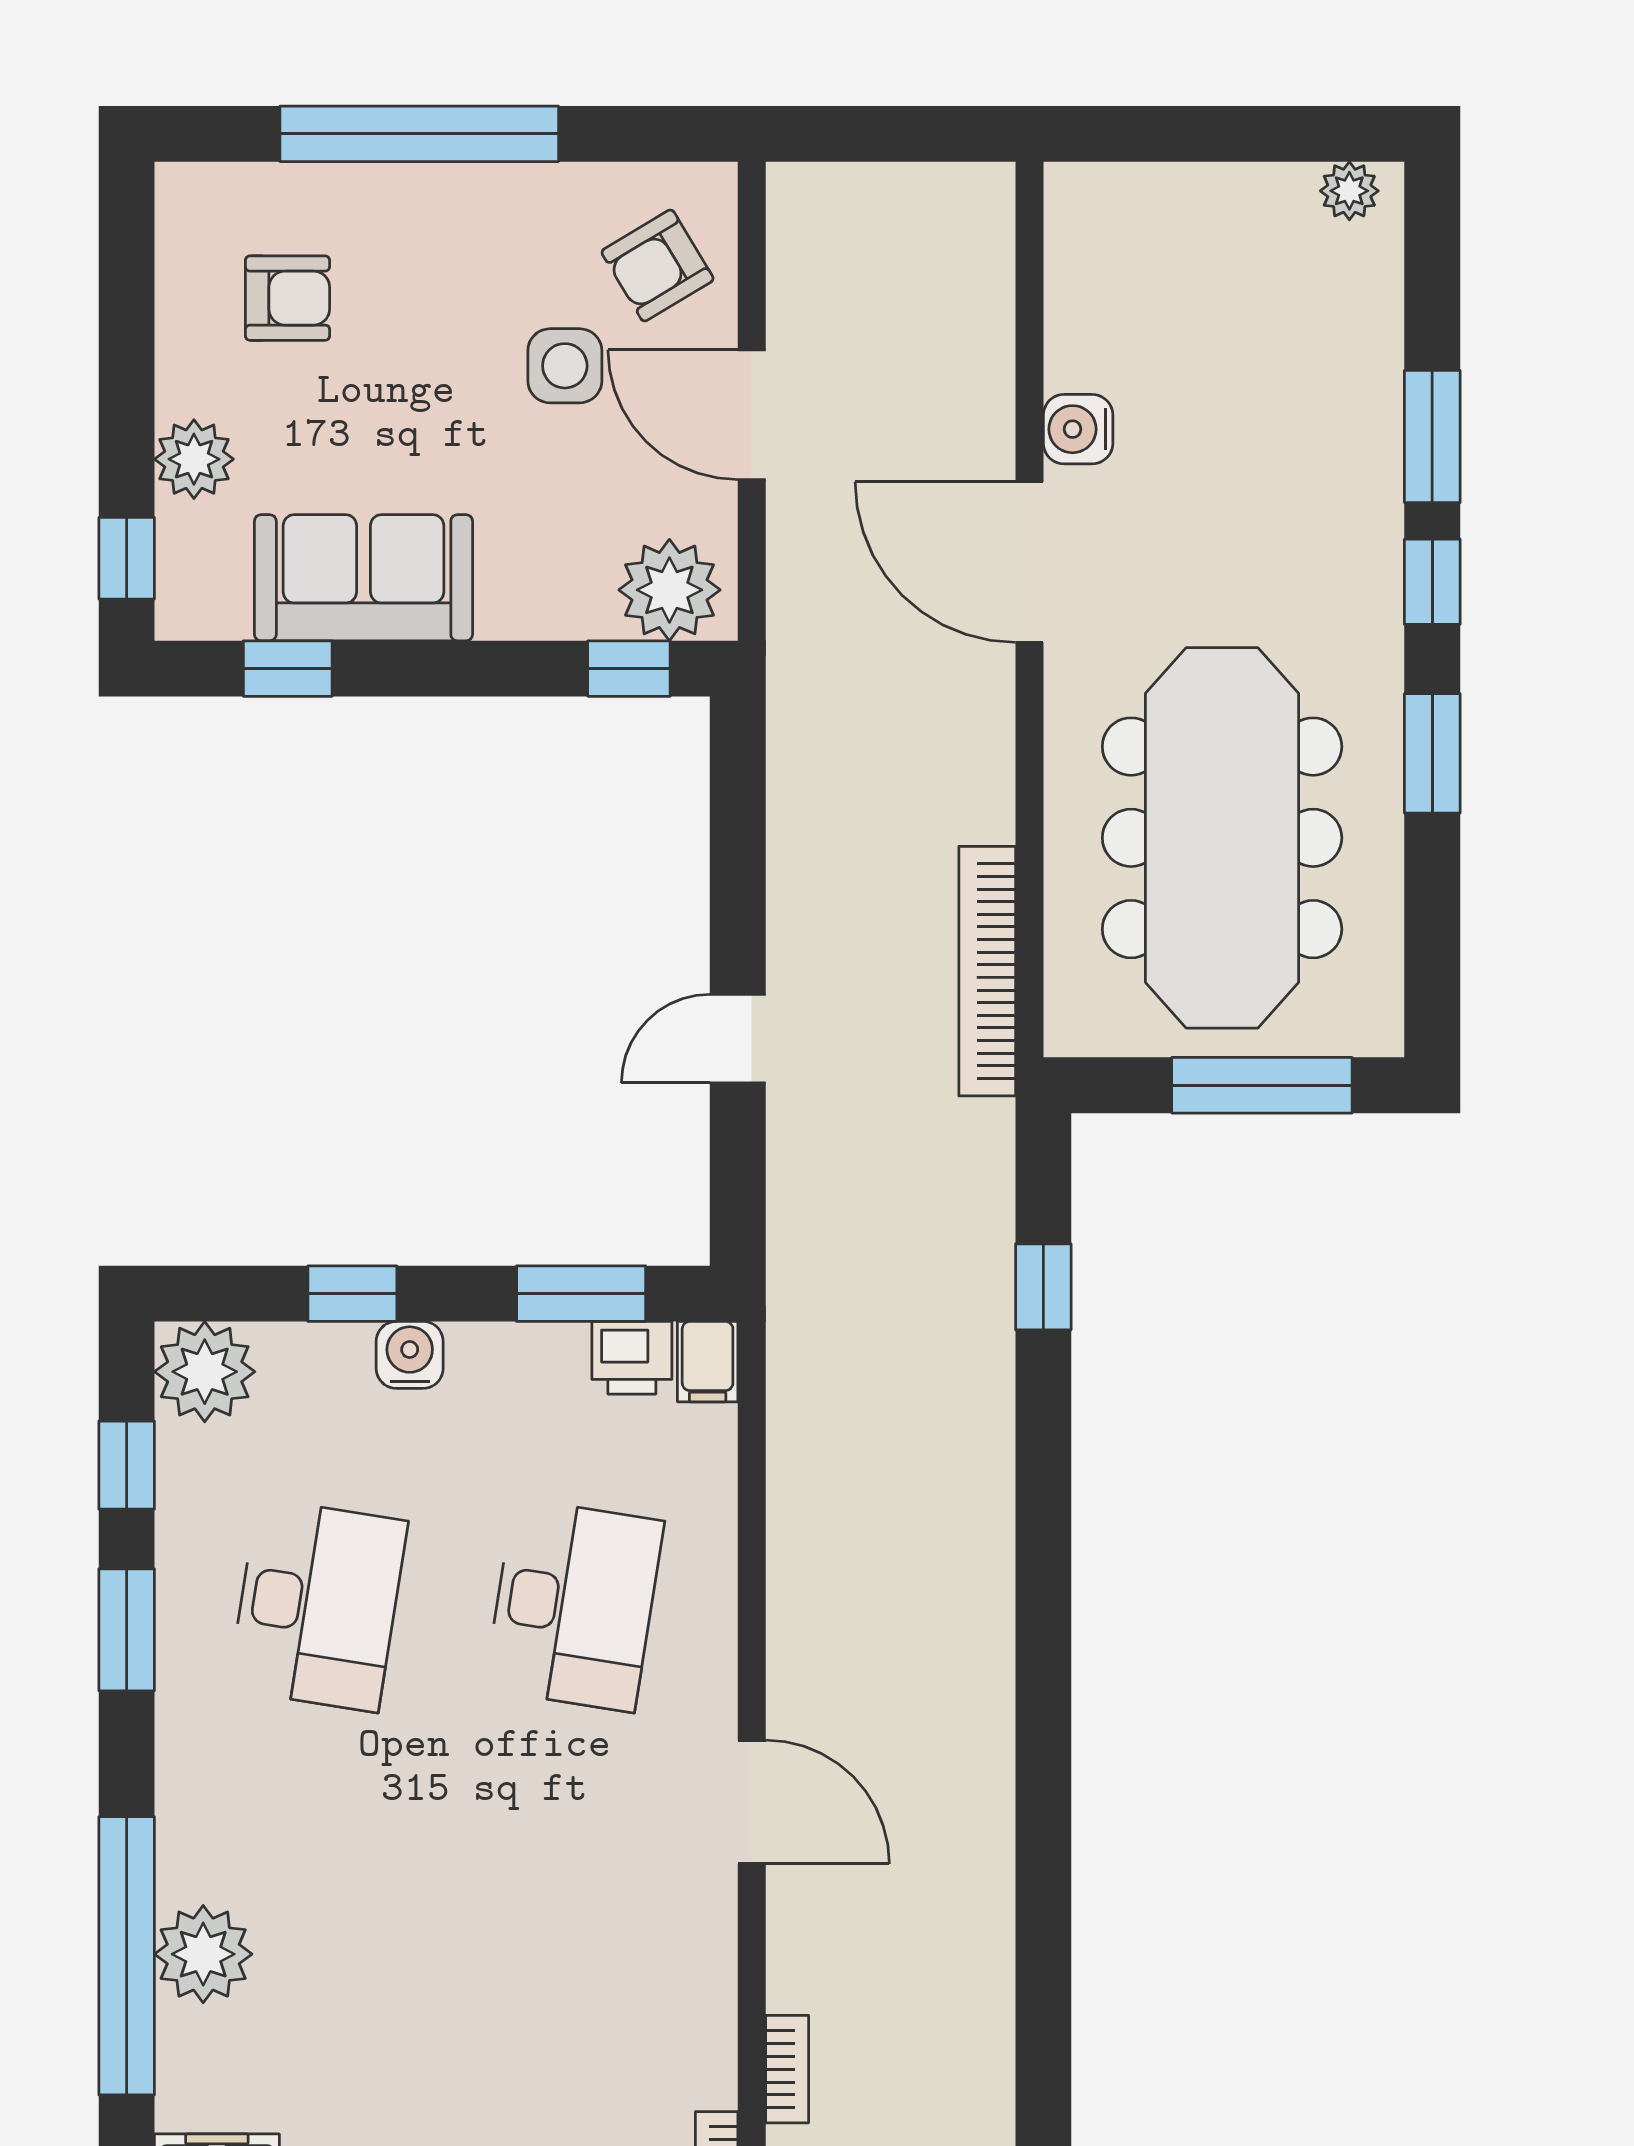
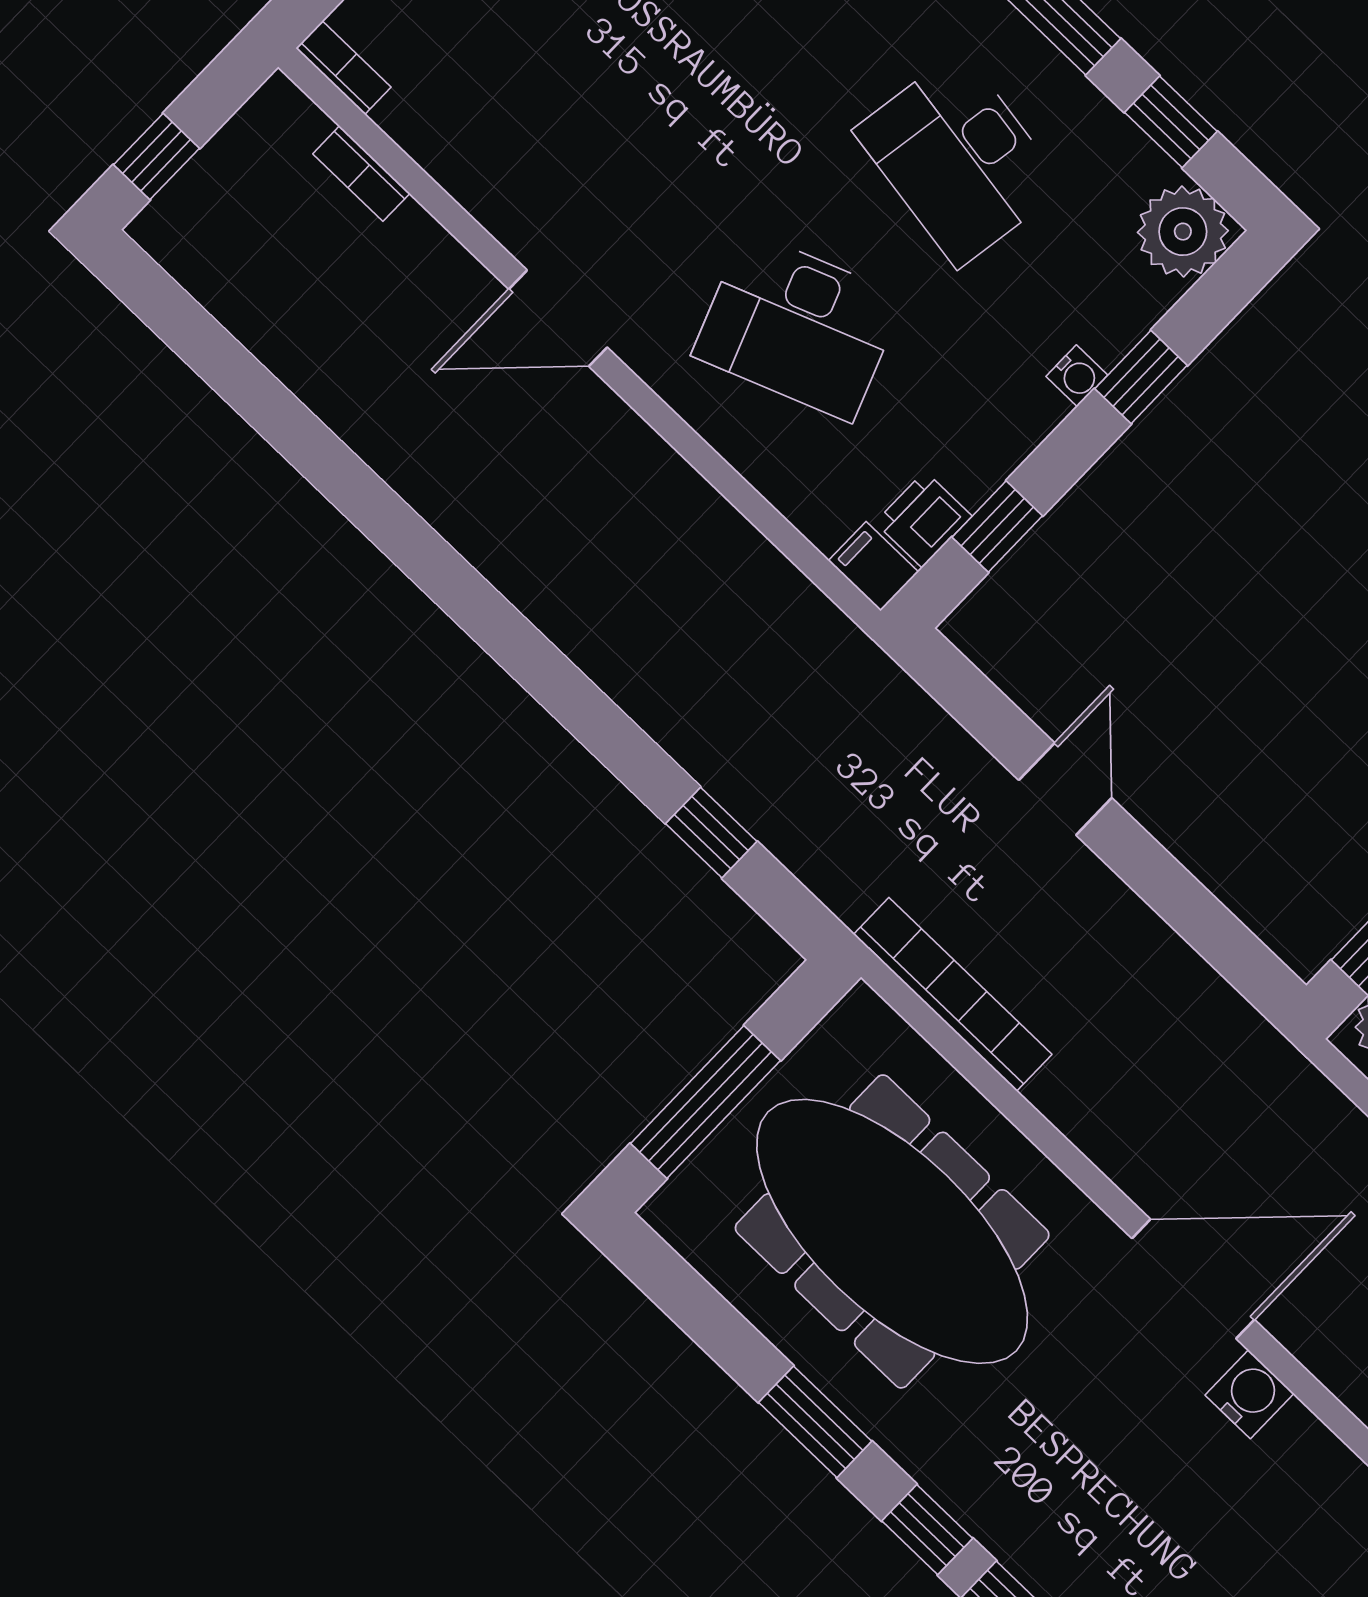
window: (581, 1294) -> (997, 526), width x0.67
water cooler: (410, 1355) -> (1077, 376), width x0.72, depth x0.72
desk: (574, 1605) -> (798, 326), turned -30

